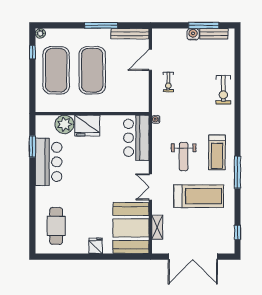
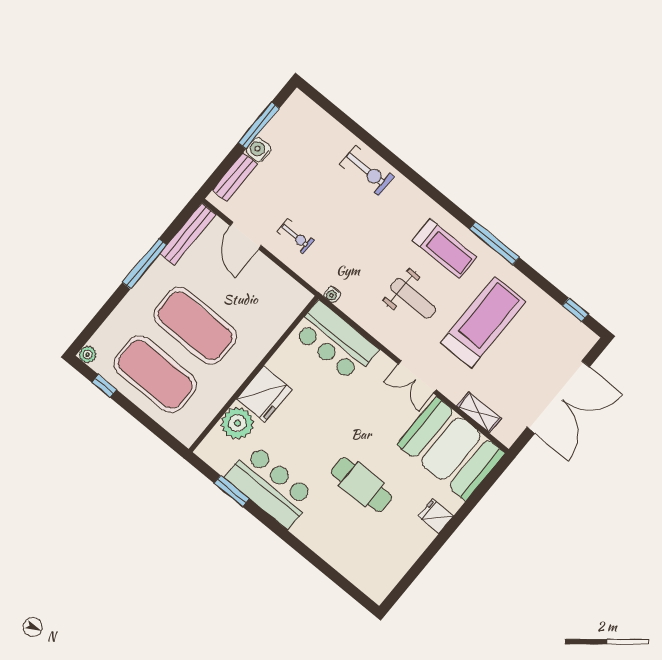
bench: (214, 34) -> (235, 177), moved
cafe table: (56, 226) -> (361, 485), moved

